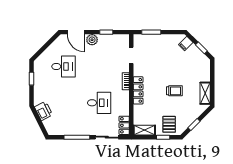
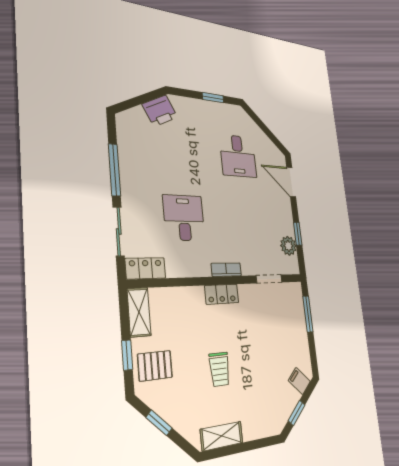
door: (76, 32) -> (291, 182), hinge flipped
plant: (92, 40) -> (288, 246), moved
locker: (138, 90) -> (222, 294), width x0.66
desk: (99, 103) -> (184, 218), turned 180

